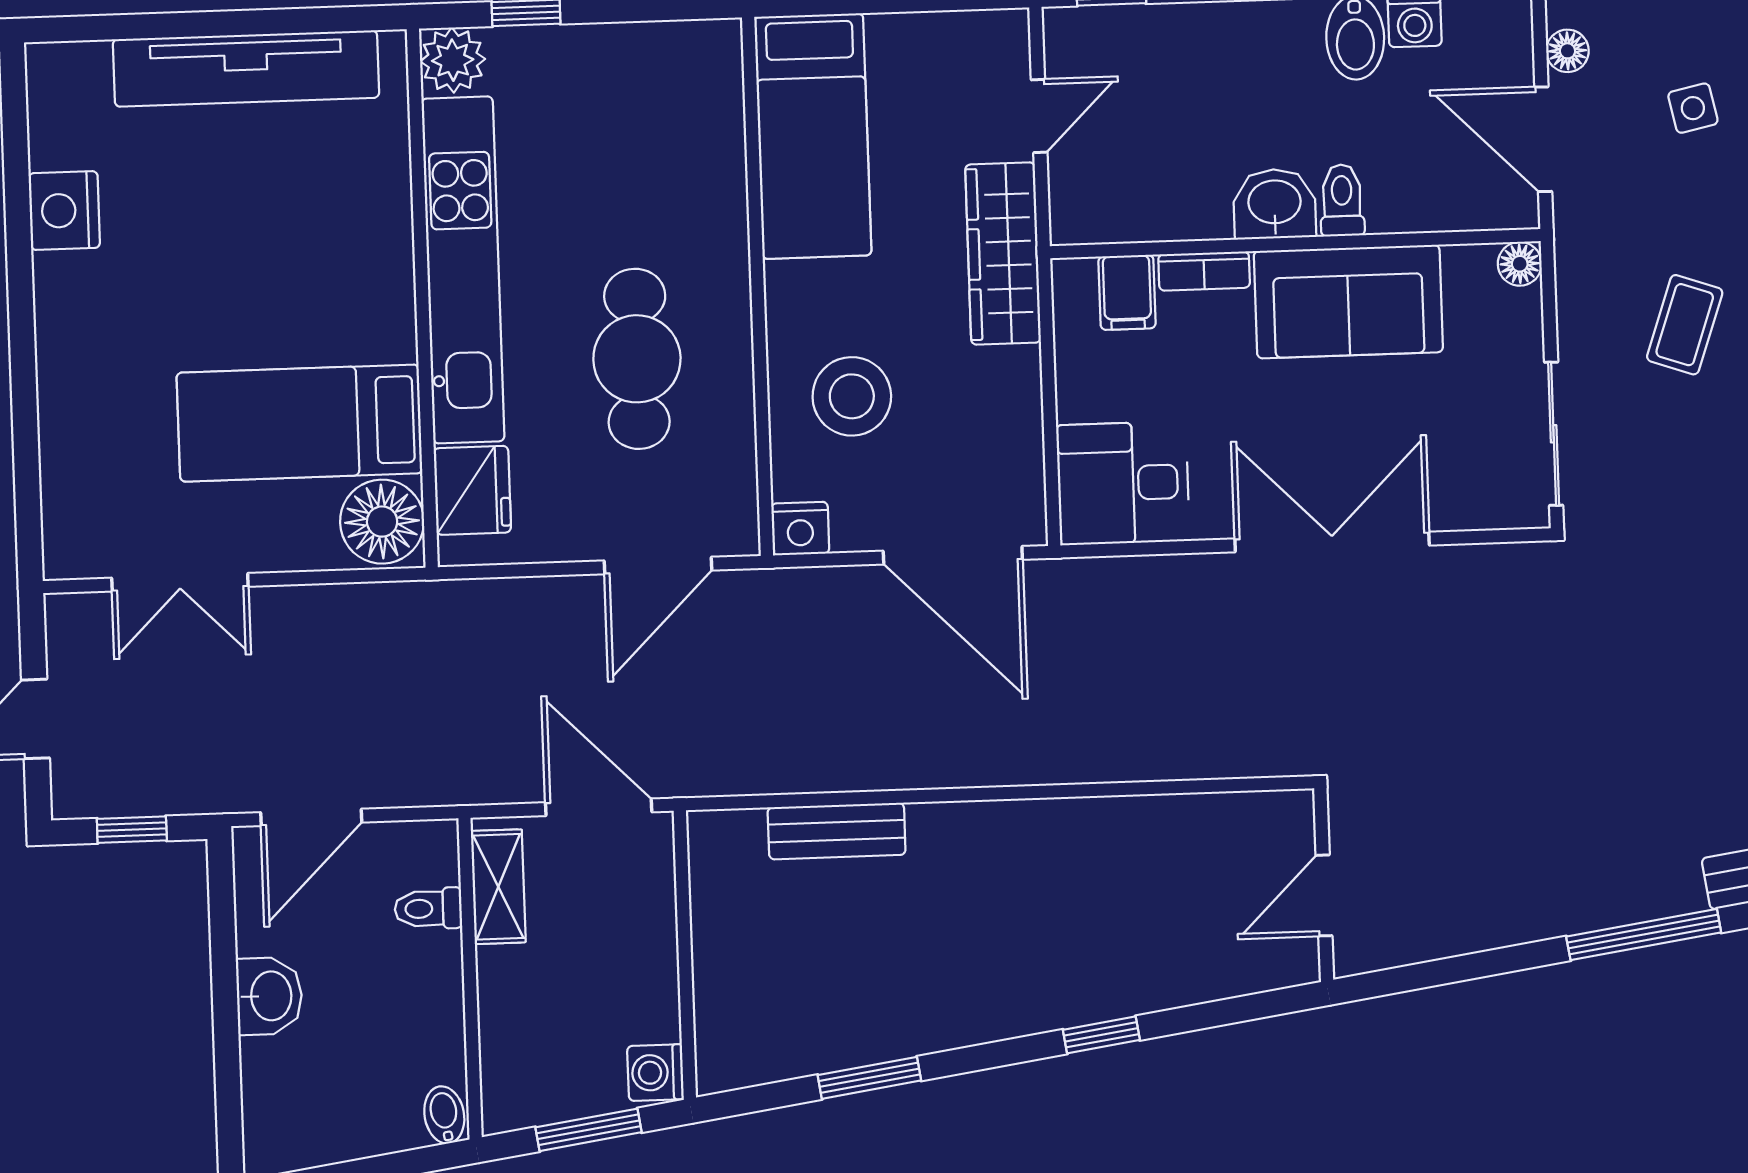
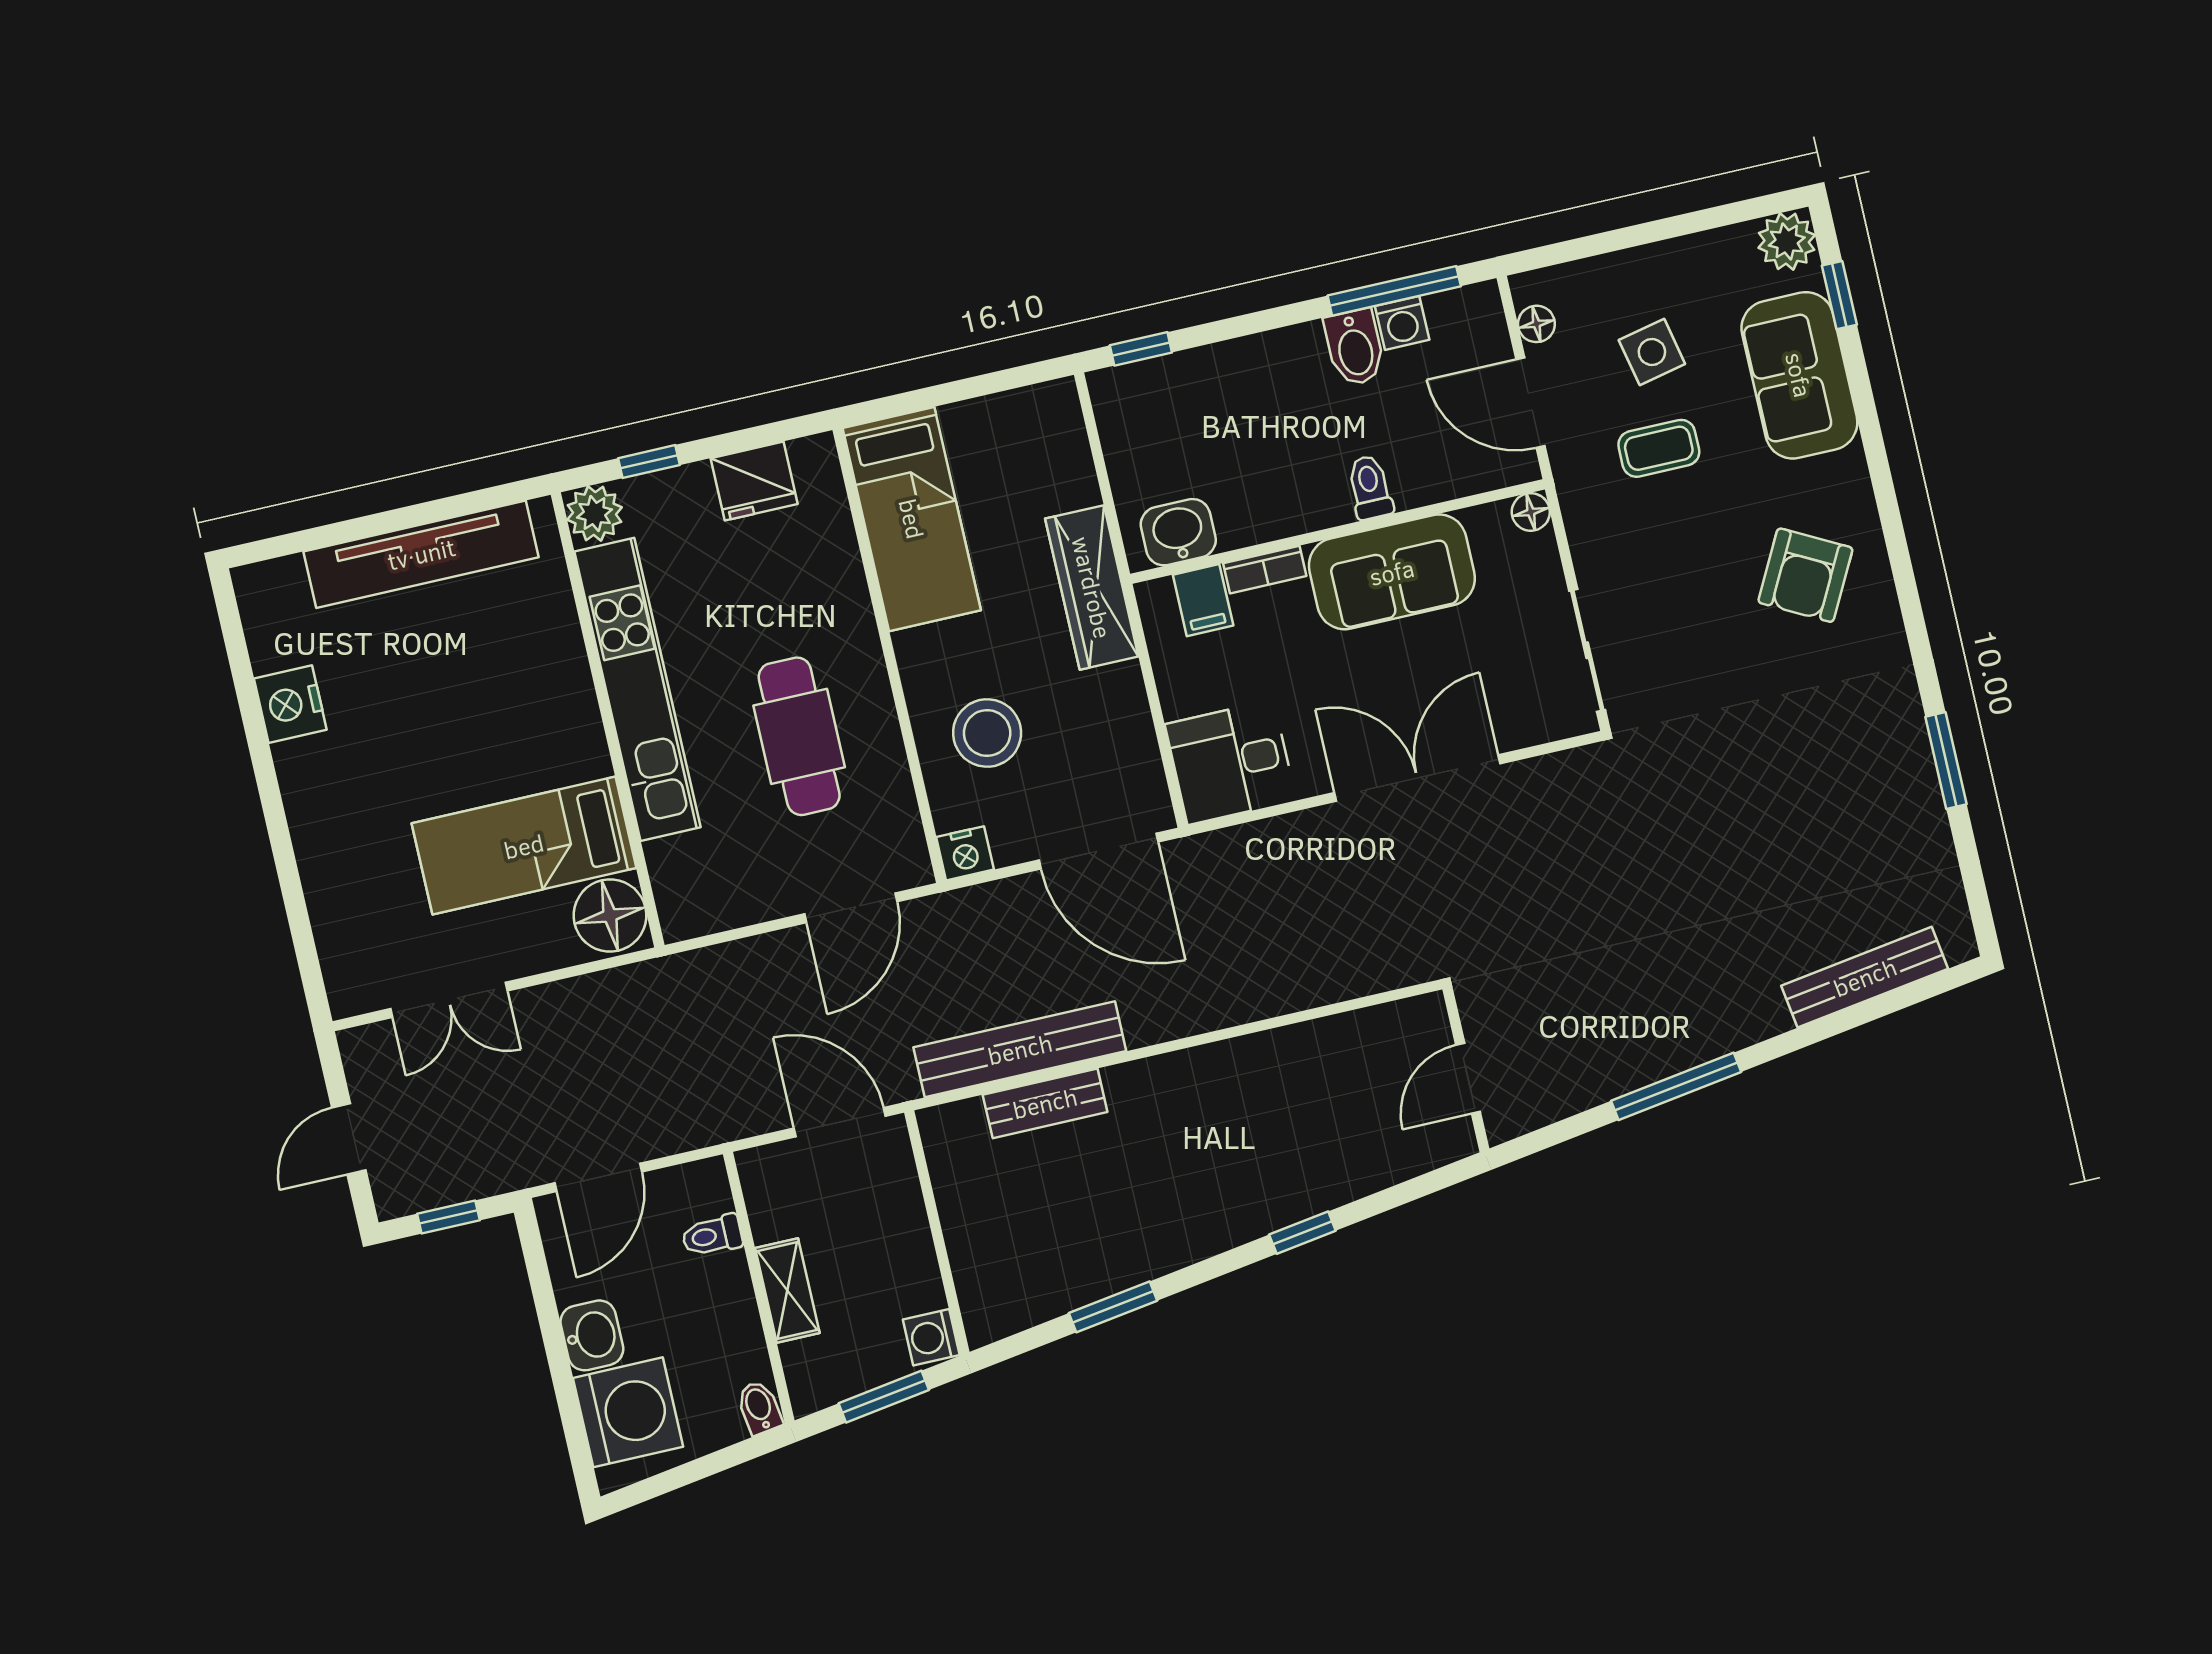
side table: (1693, 108) -> (1652, 352), width x1.37, depth x1.37
door: (1039, 116) -> (1100, 465), removed
washbasin: (1275, 204) -> (1178, 532), moved
coffee table: (1685, 325) -> (1659, 448), moved, turned 71
fridge: (472, 490) -> (754, 481), moved, turned 90
bench: (820, 764) -> (1020, 1049), added
shelving: (498, 887) -> (787, 1290), moved
window: (1644, 934) -> (1676, 1086), moved
washing machine: (294, 1092) -> (628, 1412), added

